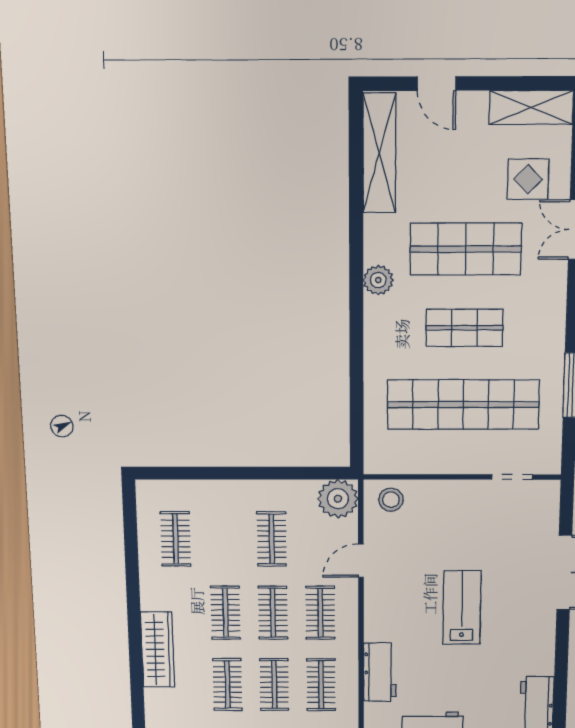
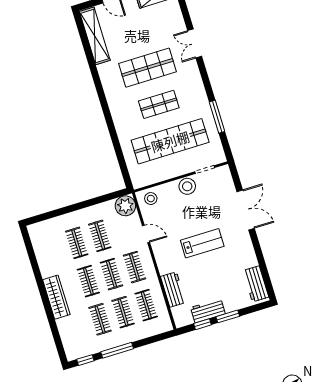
display table: (528, 179) -> (165, 27), removed
plant: (378, 280) -> (112, 94), removed
stool: (468, 498) -> (187, 186), added
clothes rail: (176, 539) -> (77, 243), moved
door: (361, 561) -> (146, 234), swing flipped
lab bench: (462, 608) -> (202, 243), turned 90
wardrobe: (158, 650) -> (56, 297), moved

